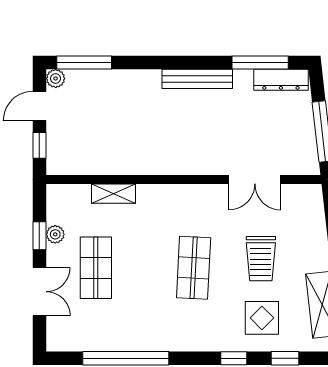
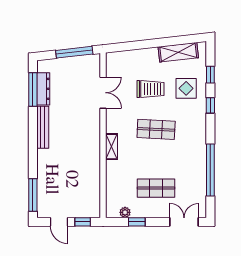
plant: (56, 78) -> (42, 212), removed
dresser: (281, 80) -> (43, 89), moved
shelving: (113, 194) -> (112, 147), moved
plant: (55, 234) -> (125, 212), moved
double door: (39, 292) -> (184, 222), moved

